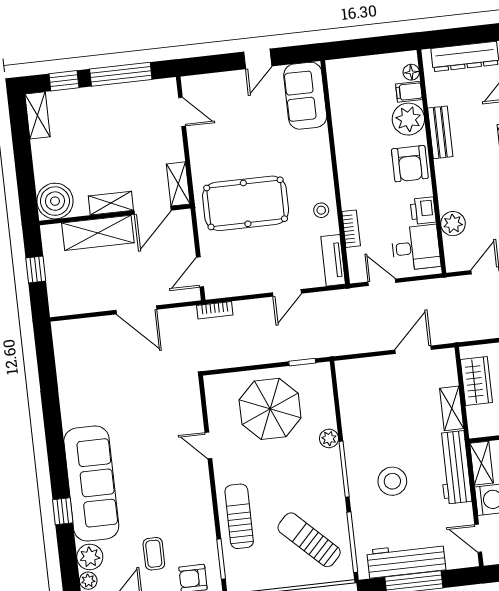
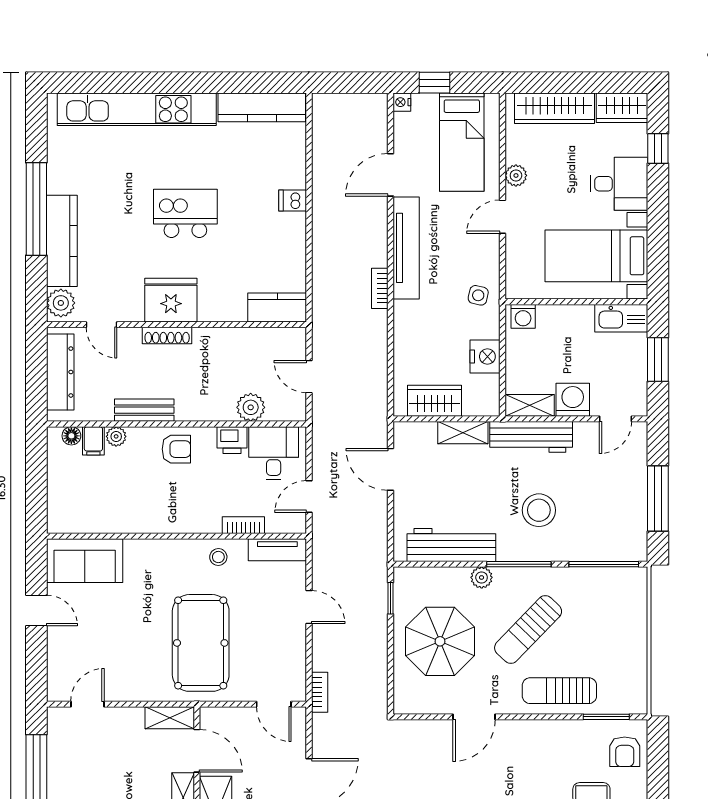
plant: (408, 119) -> (116, 436), width x0.53, depth x0.53
armchair: (410, 164) -> (176, 449), width x0.72, depth x0.72
door: (208, 445) -> (474, 717), width x1.38
sun lounger: (309, 540) -> (528, 630), moved
workbench: (406, 560) -> (451, 545), moved, turned 90

